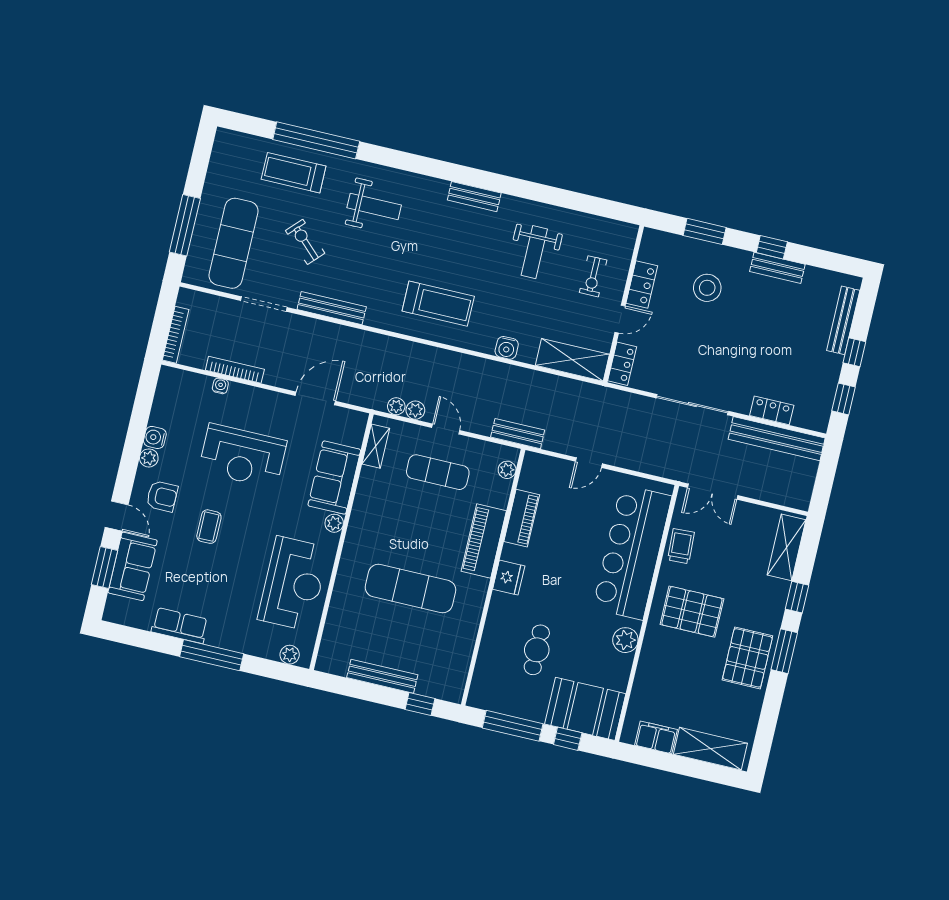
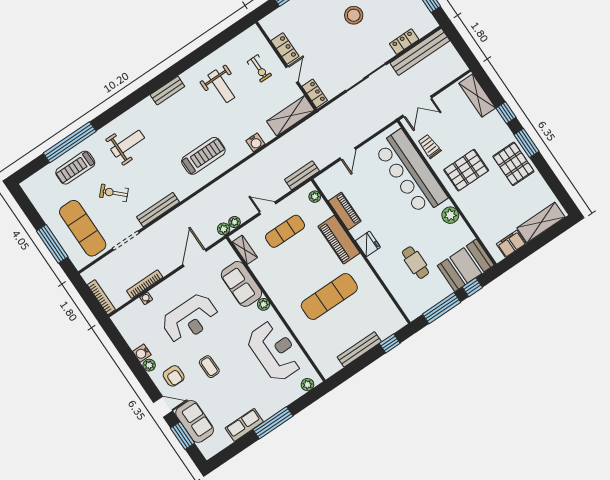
stool: (707, 288) -> (354, 15), moved
plant: (415, 410) -> (224, 229), moved
armchair: (162, 496) -> (174, 376), turned 90

